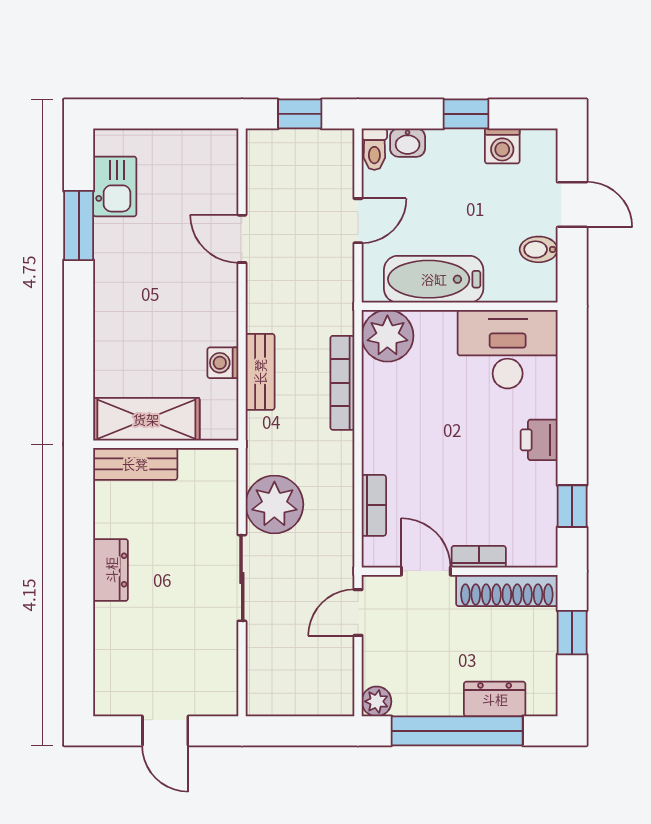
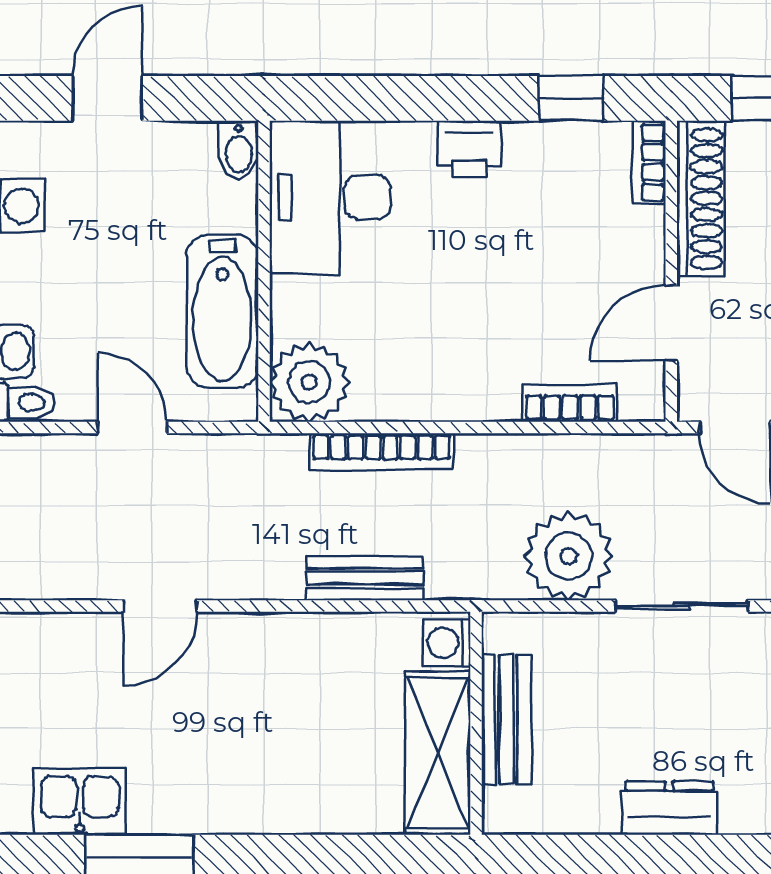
bidet: (539, 249) -> (239, 150), moved
washing machine: (223, 363) -> (447, 643), moved, turned 90
bench: (135, 464) -> (506, 720), moved
bookcase: (479, 557) -> (649, 162), moved

